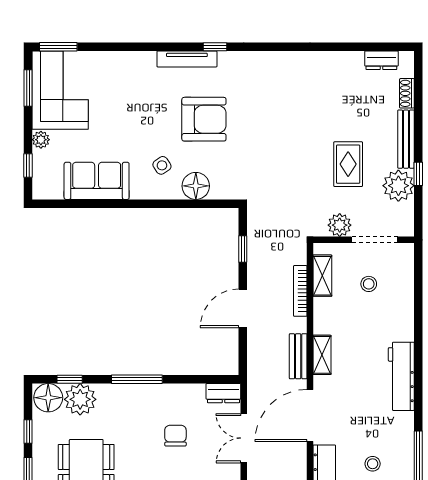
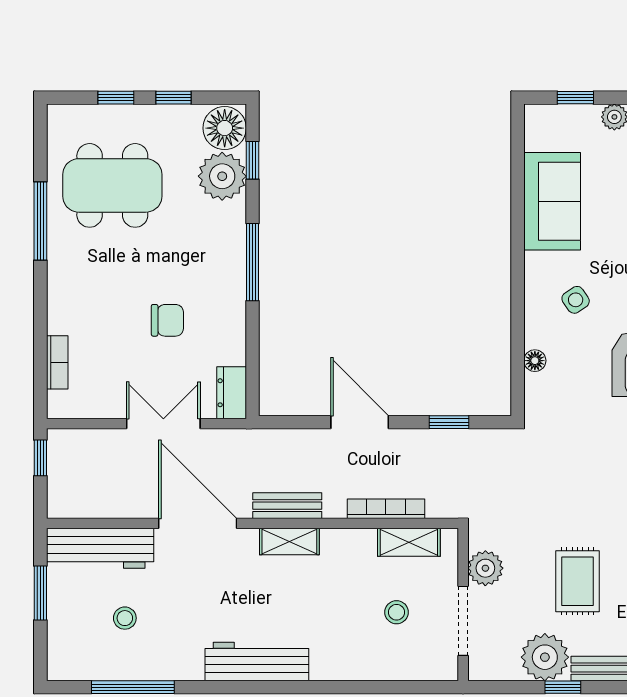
rug: (348, 164) -> (577, 581), turned 90
floor lamp: (196, 186) -> (535, 361), width x0.53, depth x0.53

